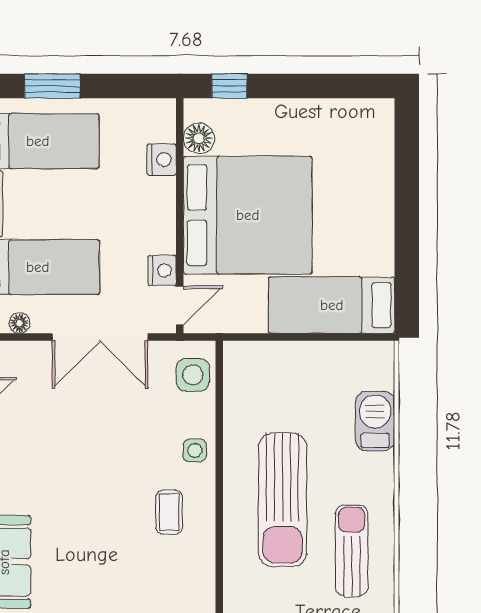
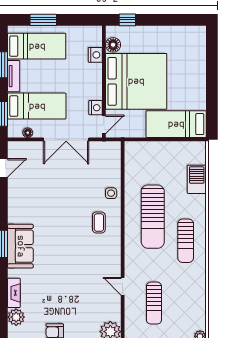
side table: (193, 375) -> (110, 157), removed
sun lounger: (352, 550) -> (186, 241), turned 180

